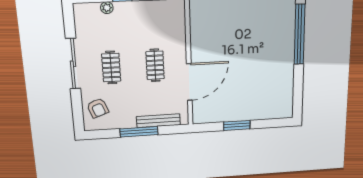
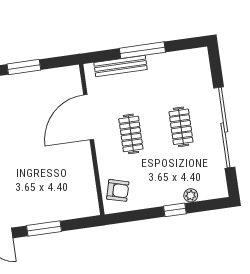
sliding door: (73, 64) -> (224, 127), width x1.36
armchair: (98, 108) -> (118, 190), moved, turned 125

